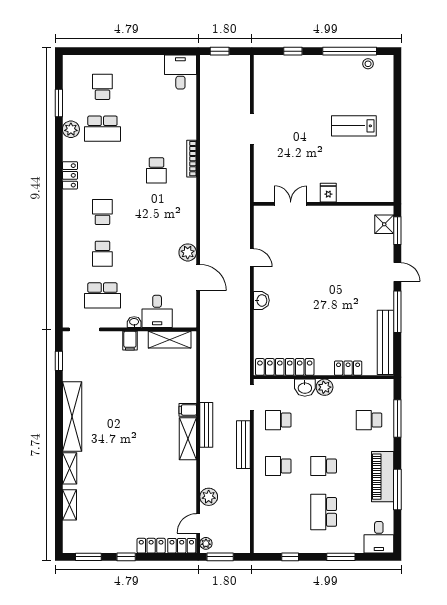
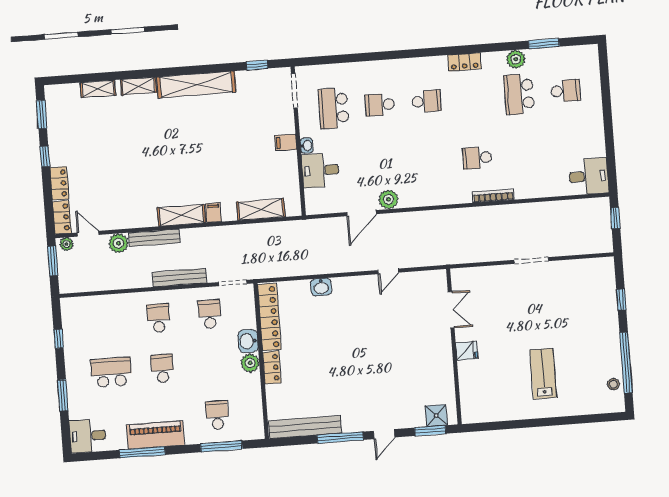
washbasin: (261, 300) -> (321, 287), moved
shelving: (170, 340) -> (261, 209), moved, turned 90
locker: (348, 368) -> (272, 367), moved
bench: (206, 425) -> (154, 238), moved

